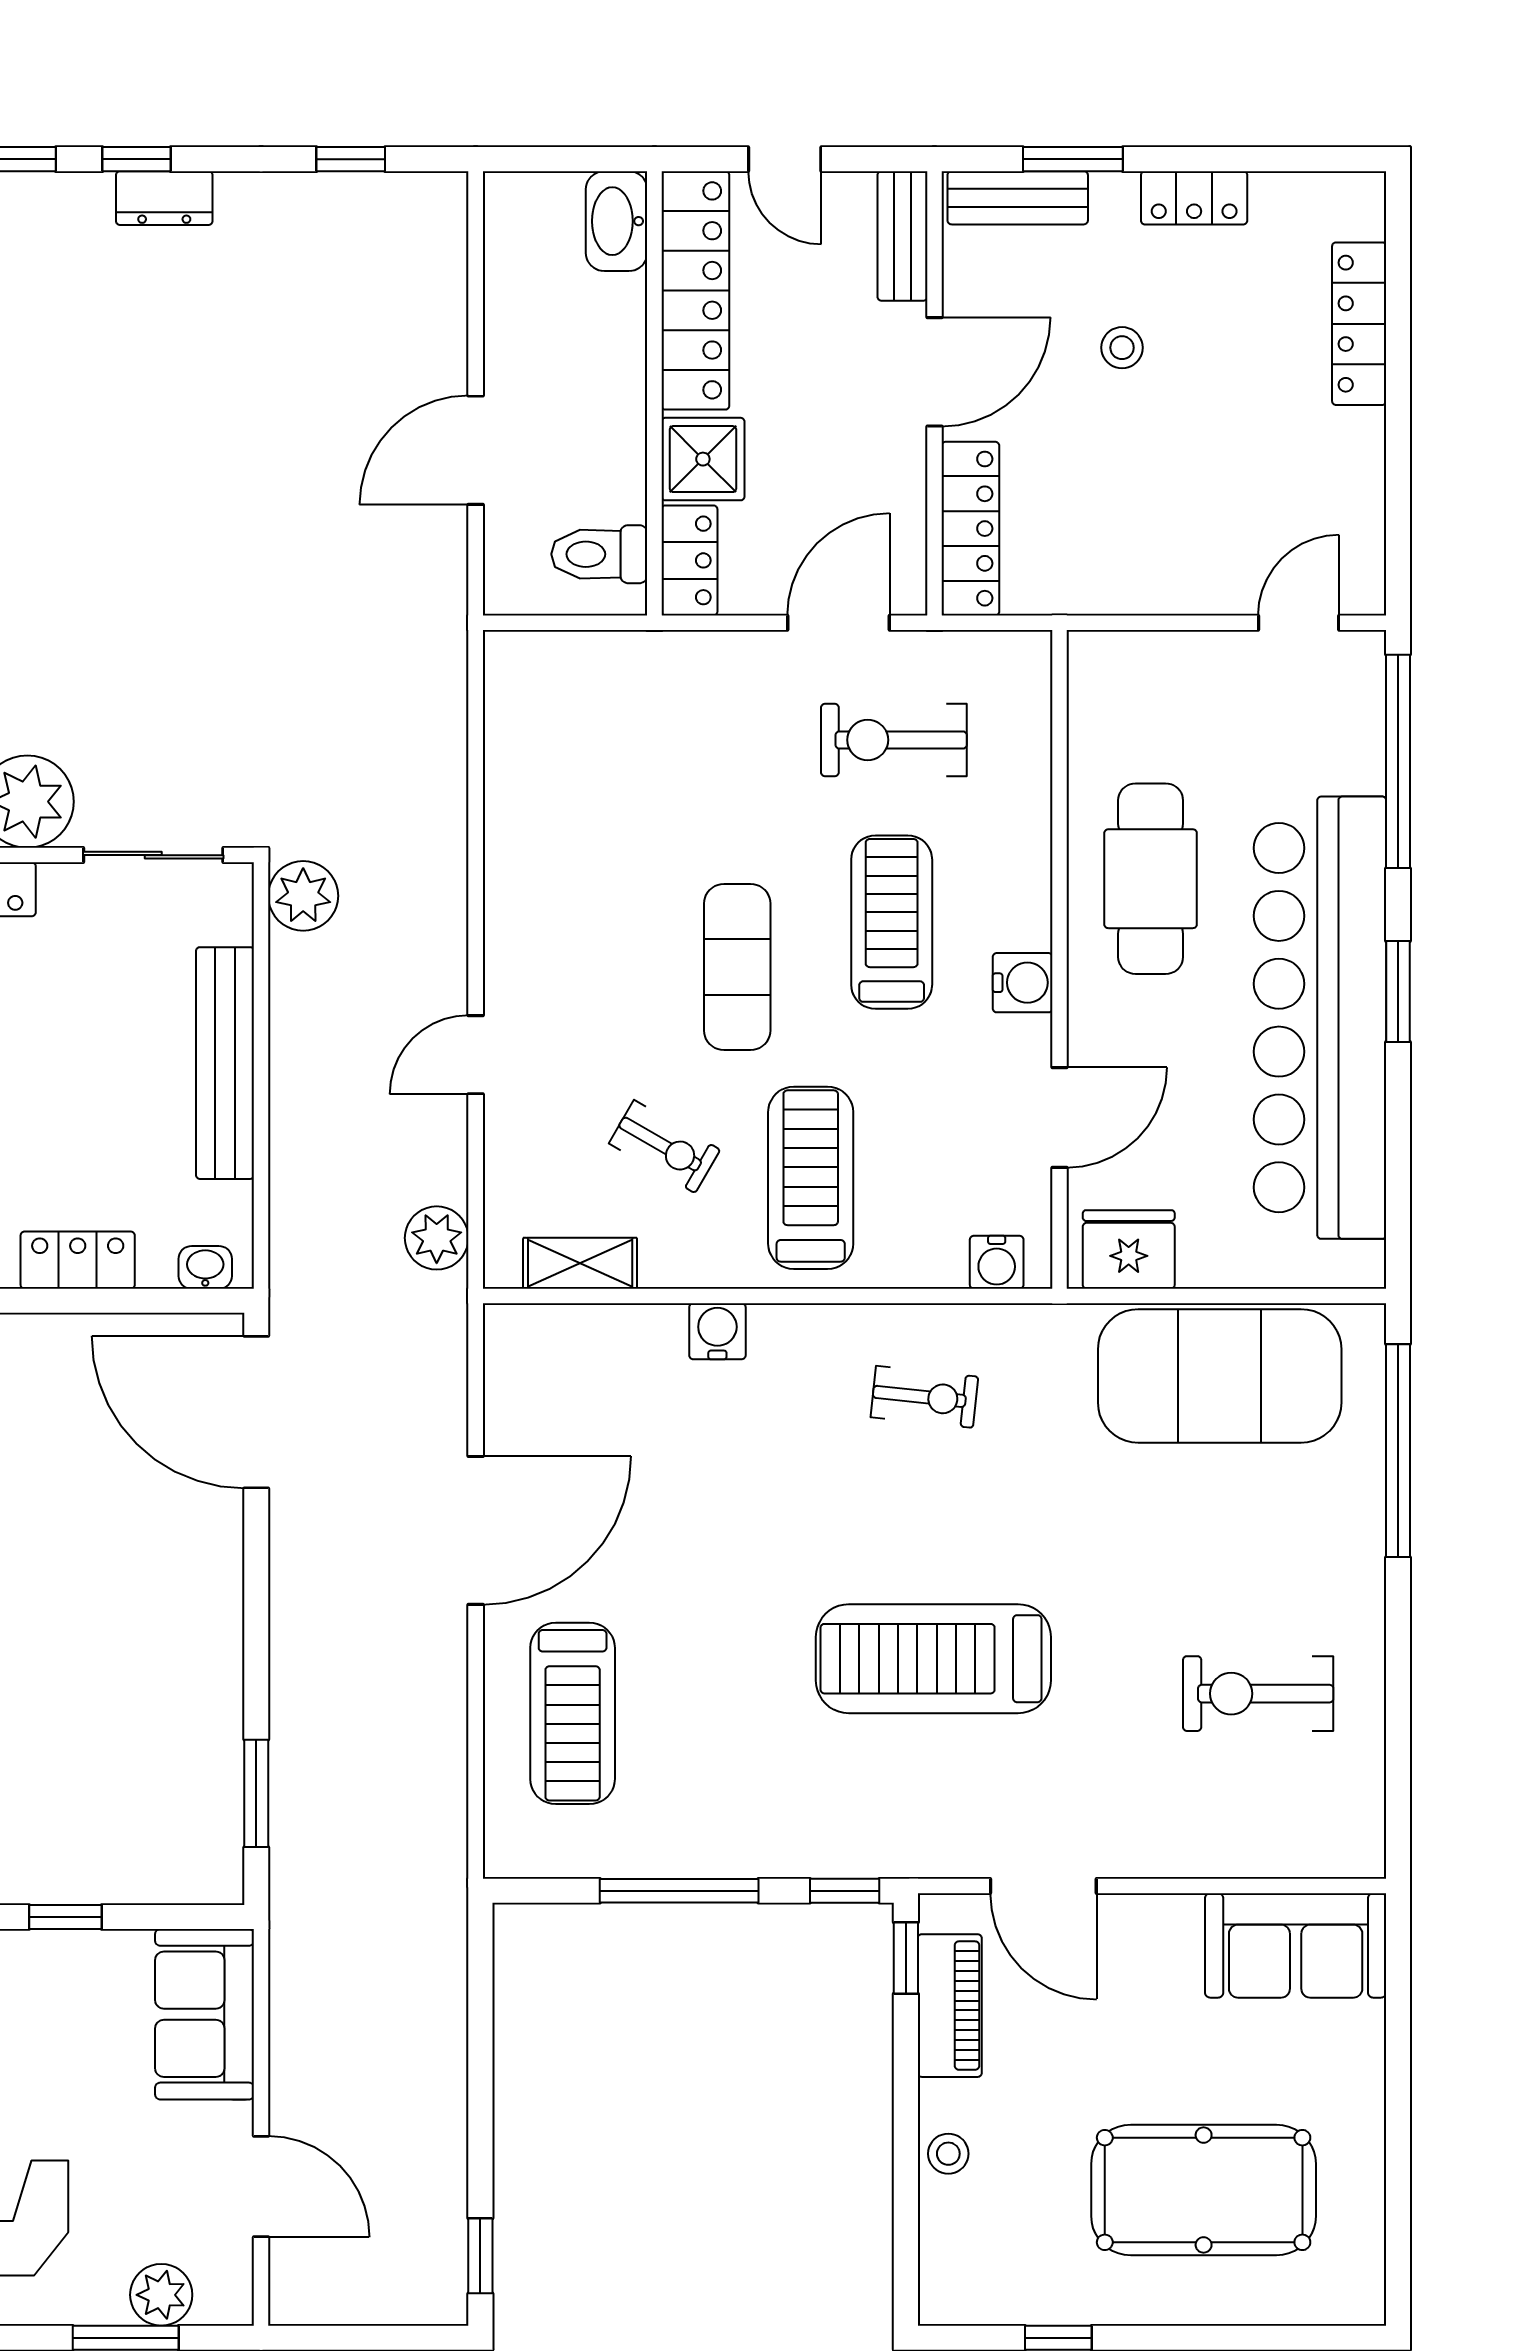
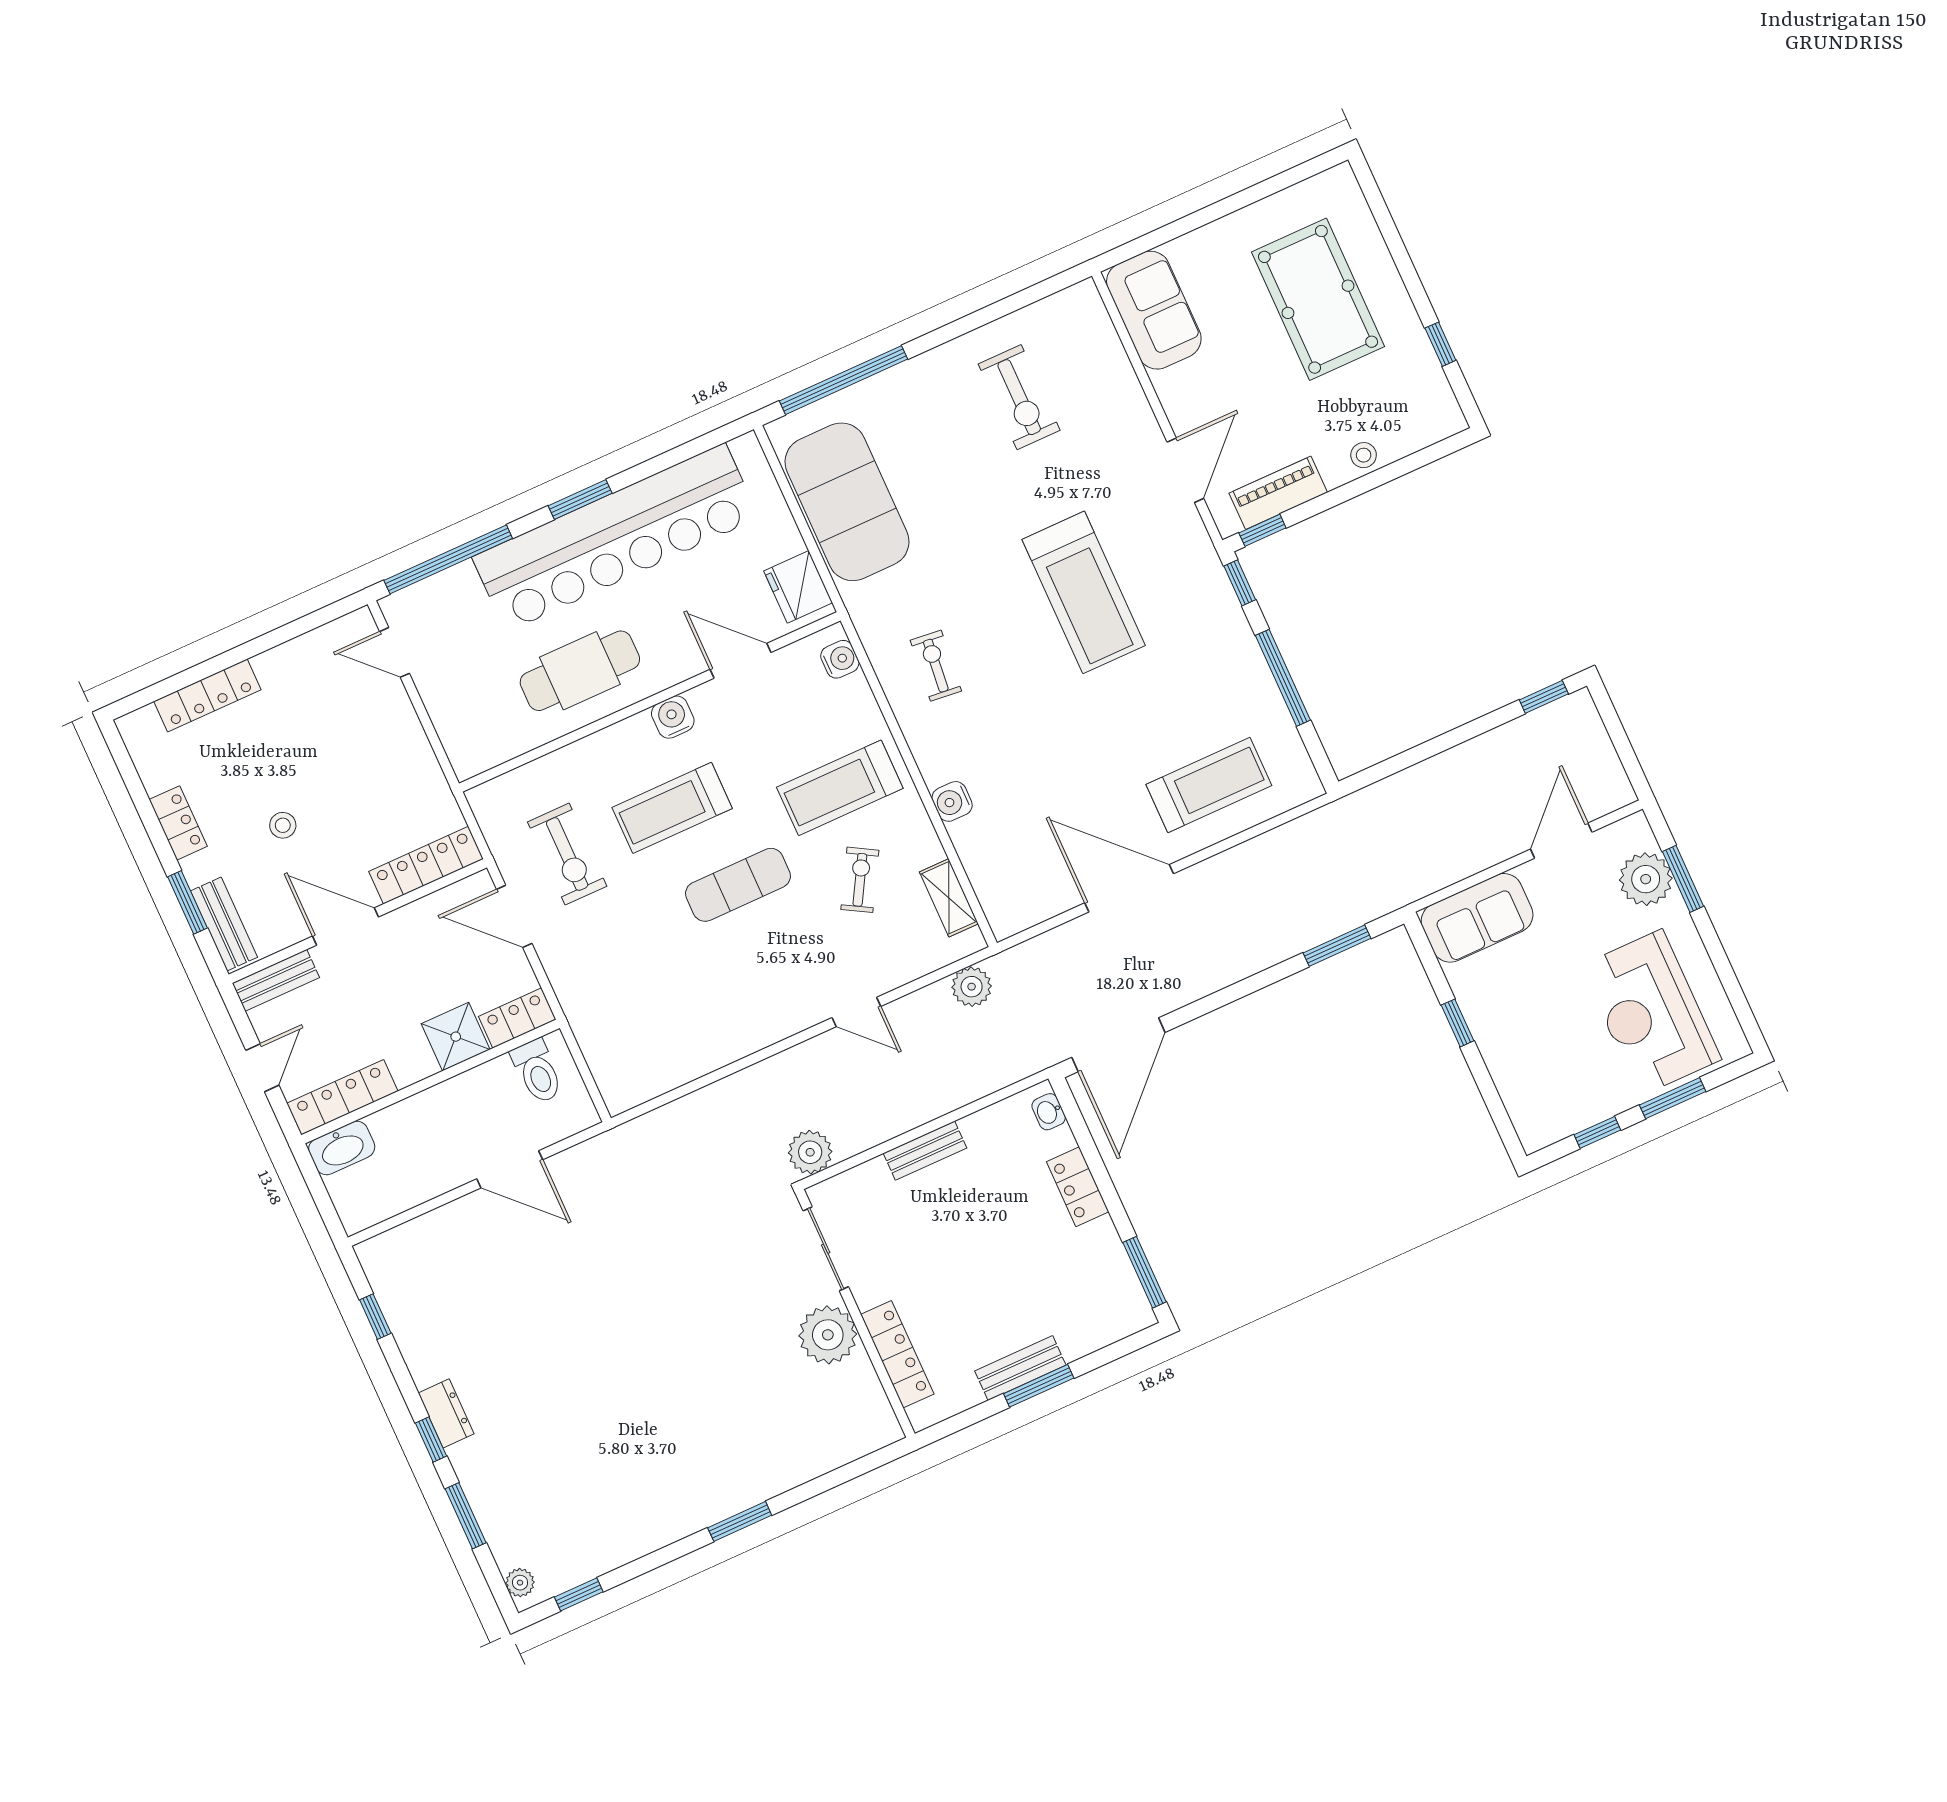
locker: (695, 290) -> (342, 1097), width x0.71, depth x0.83
bench: (225, 1063) -> (925, 1151), width x0.54, depth x0.82
plant: (161, 2295) -> (1646, 879), width x1.36, depth x1.36

